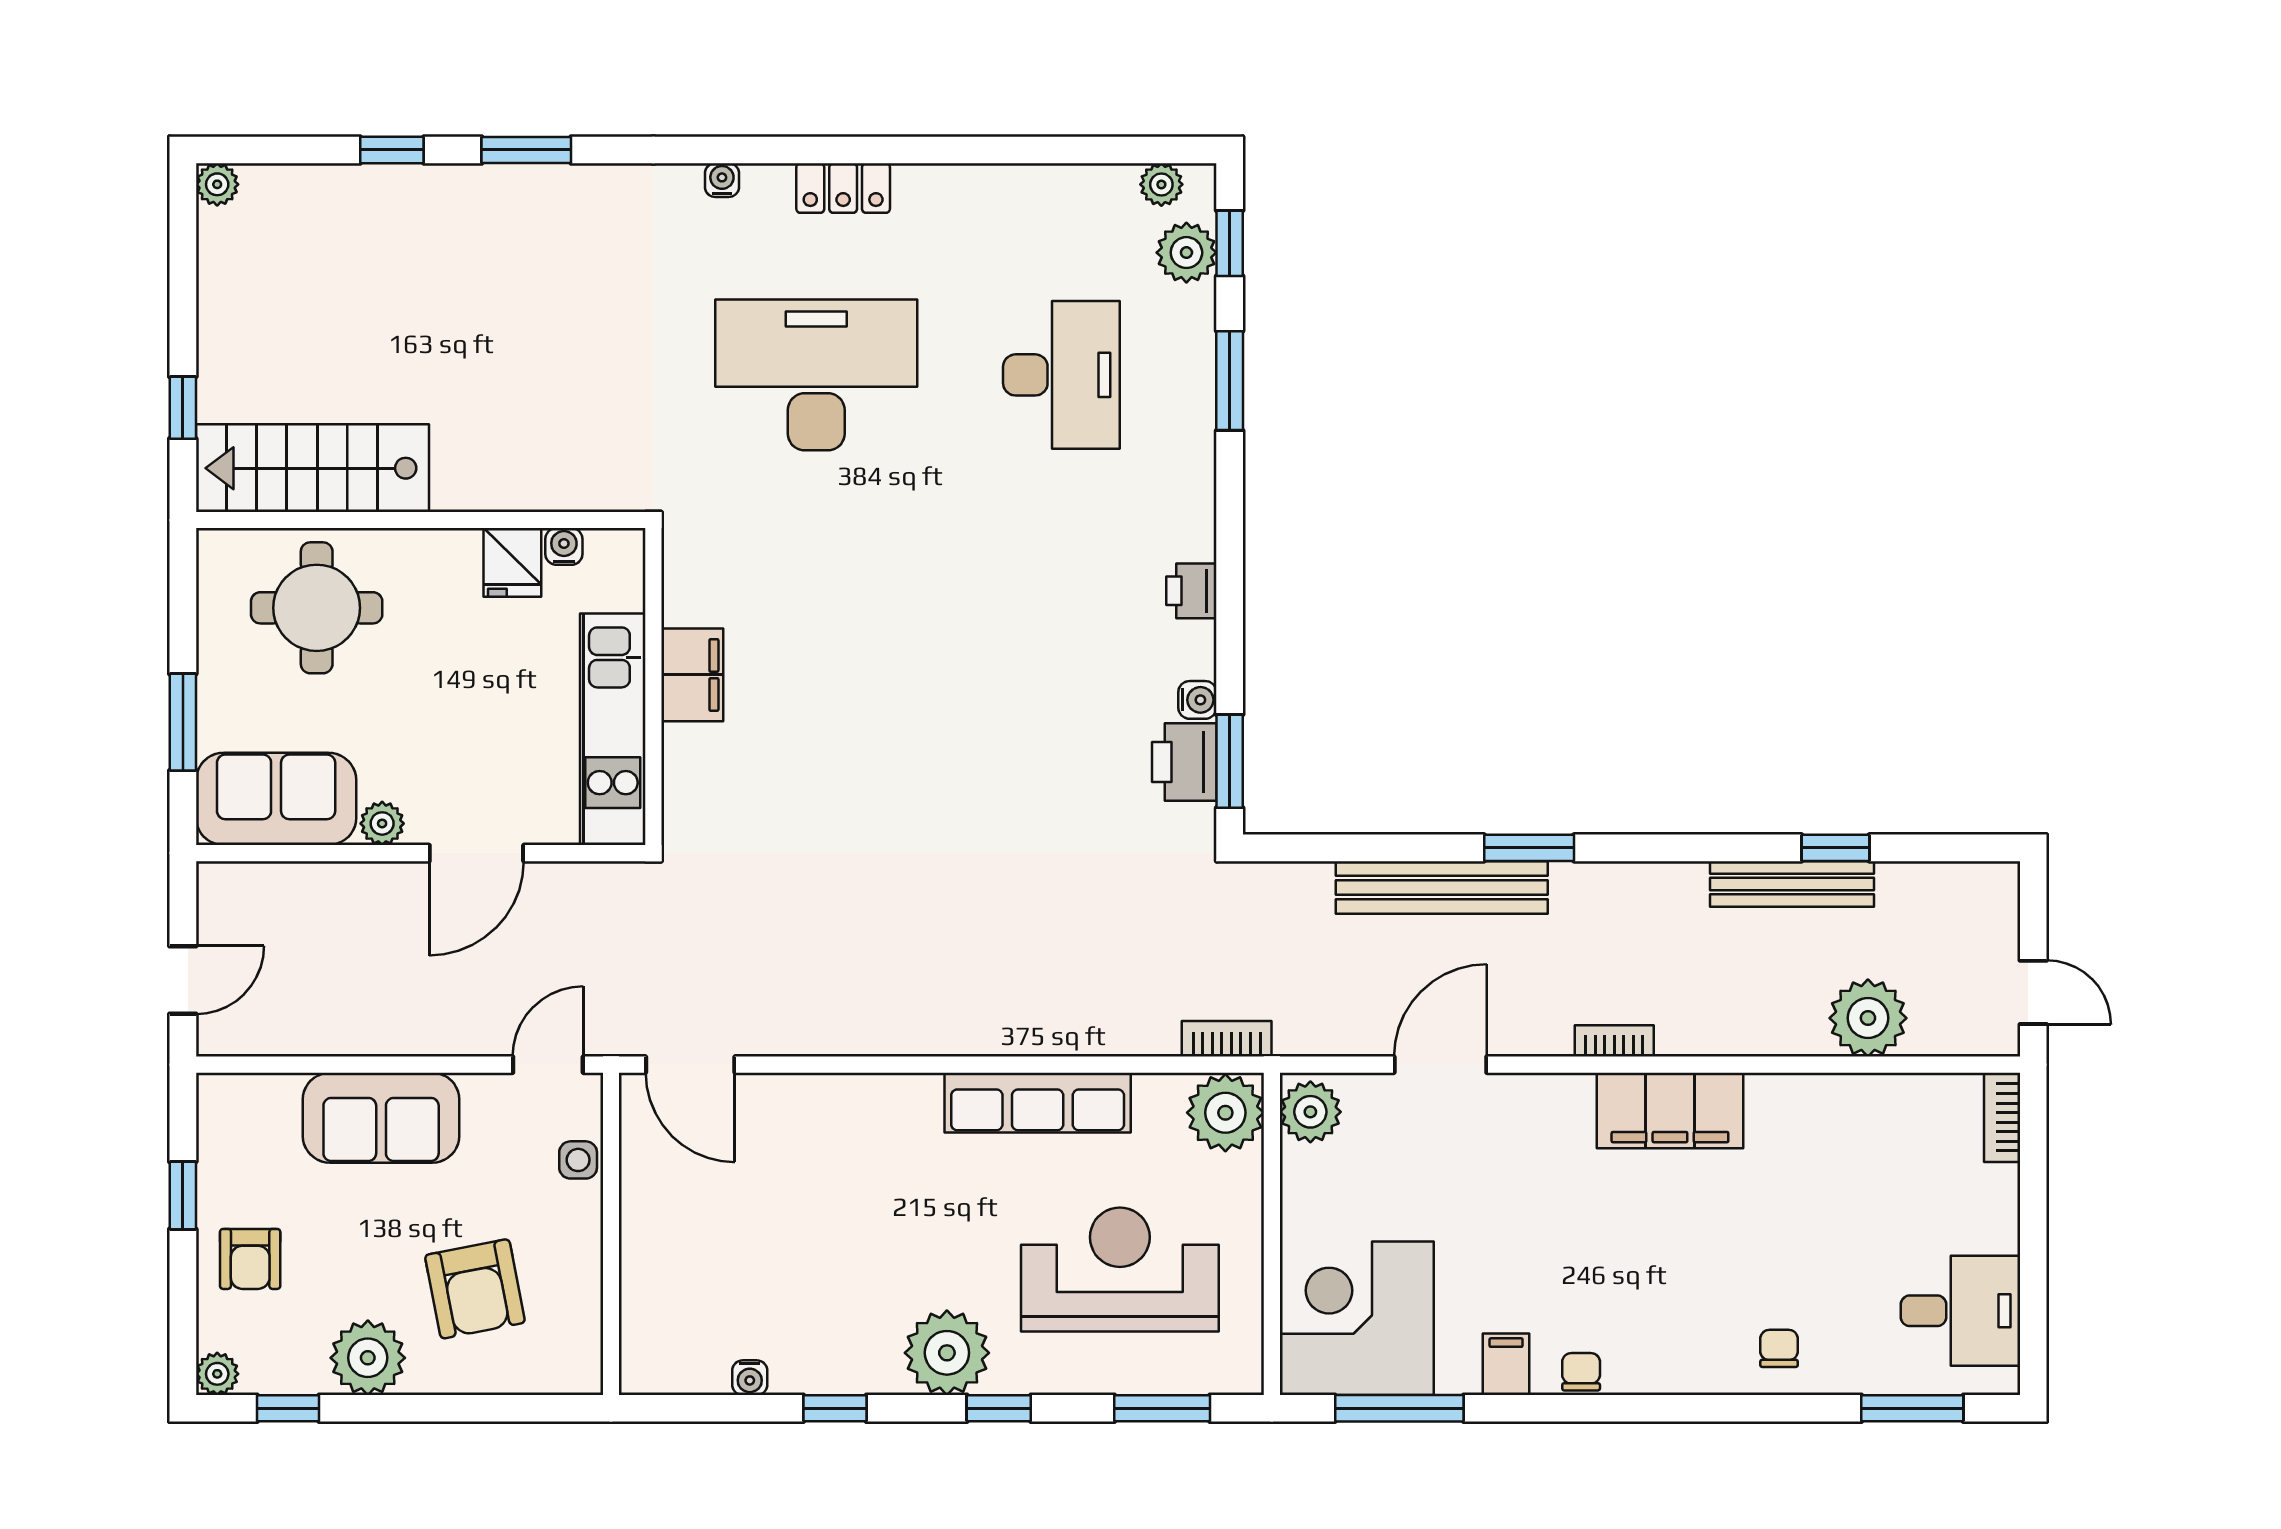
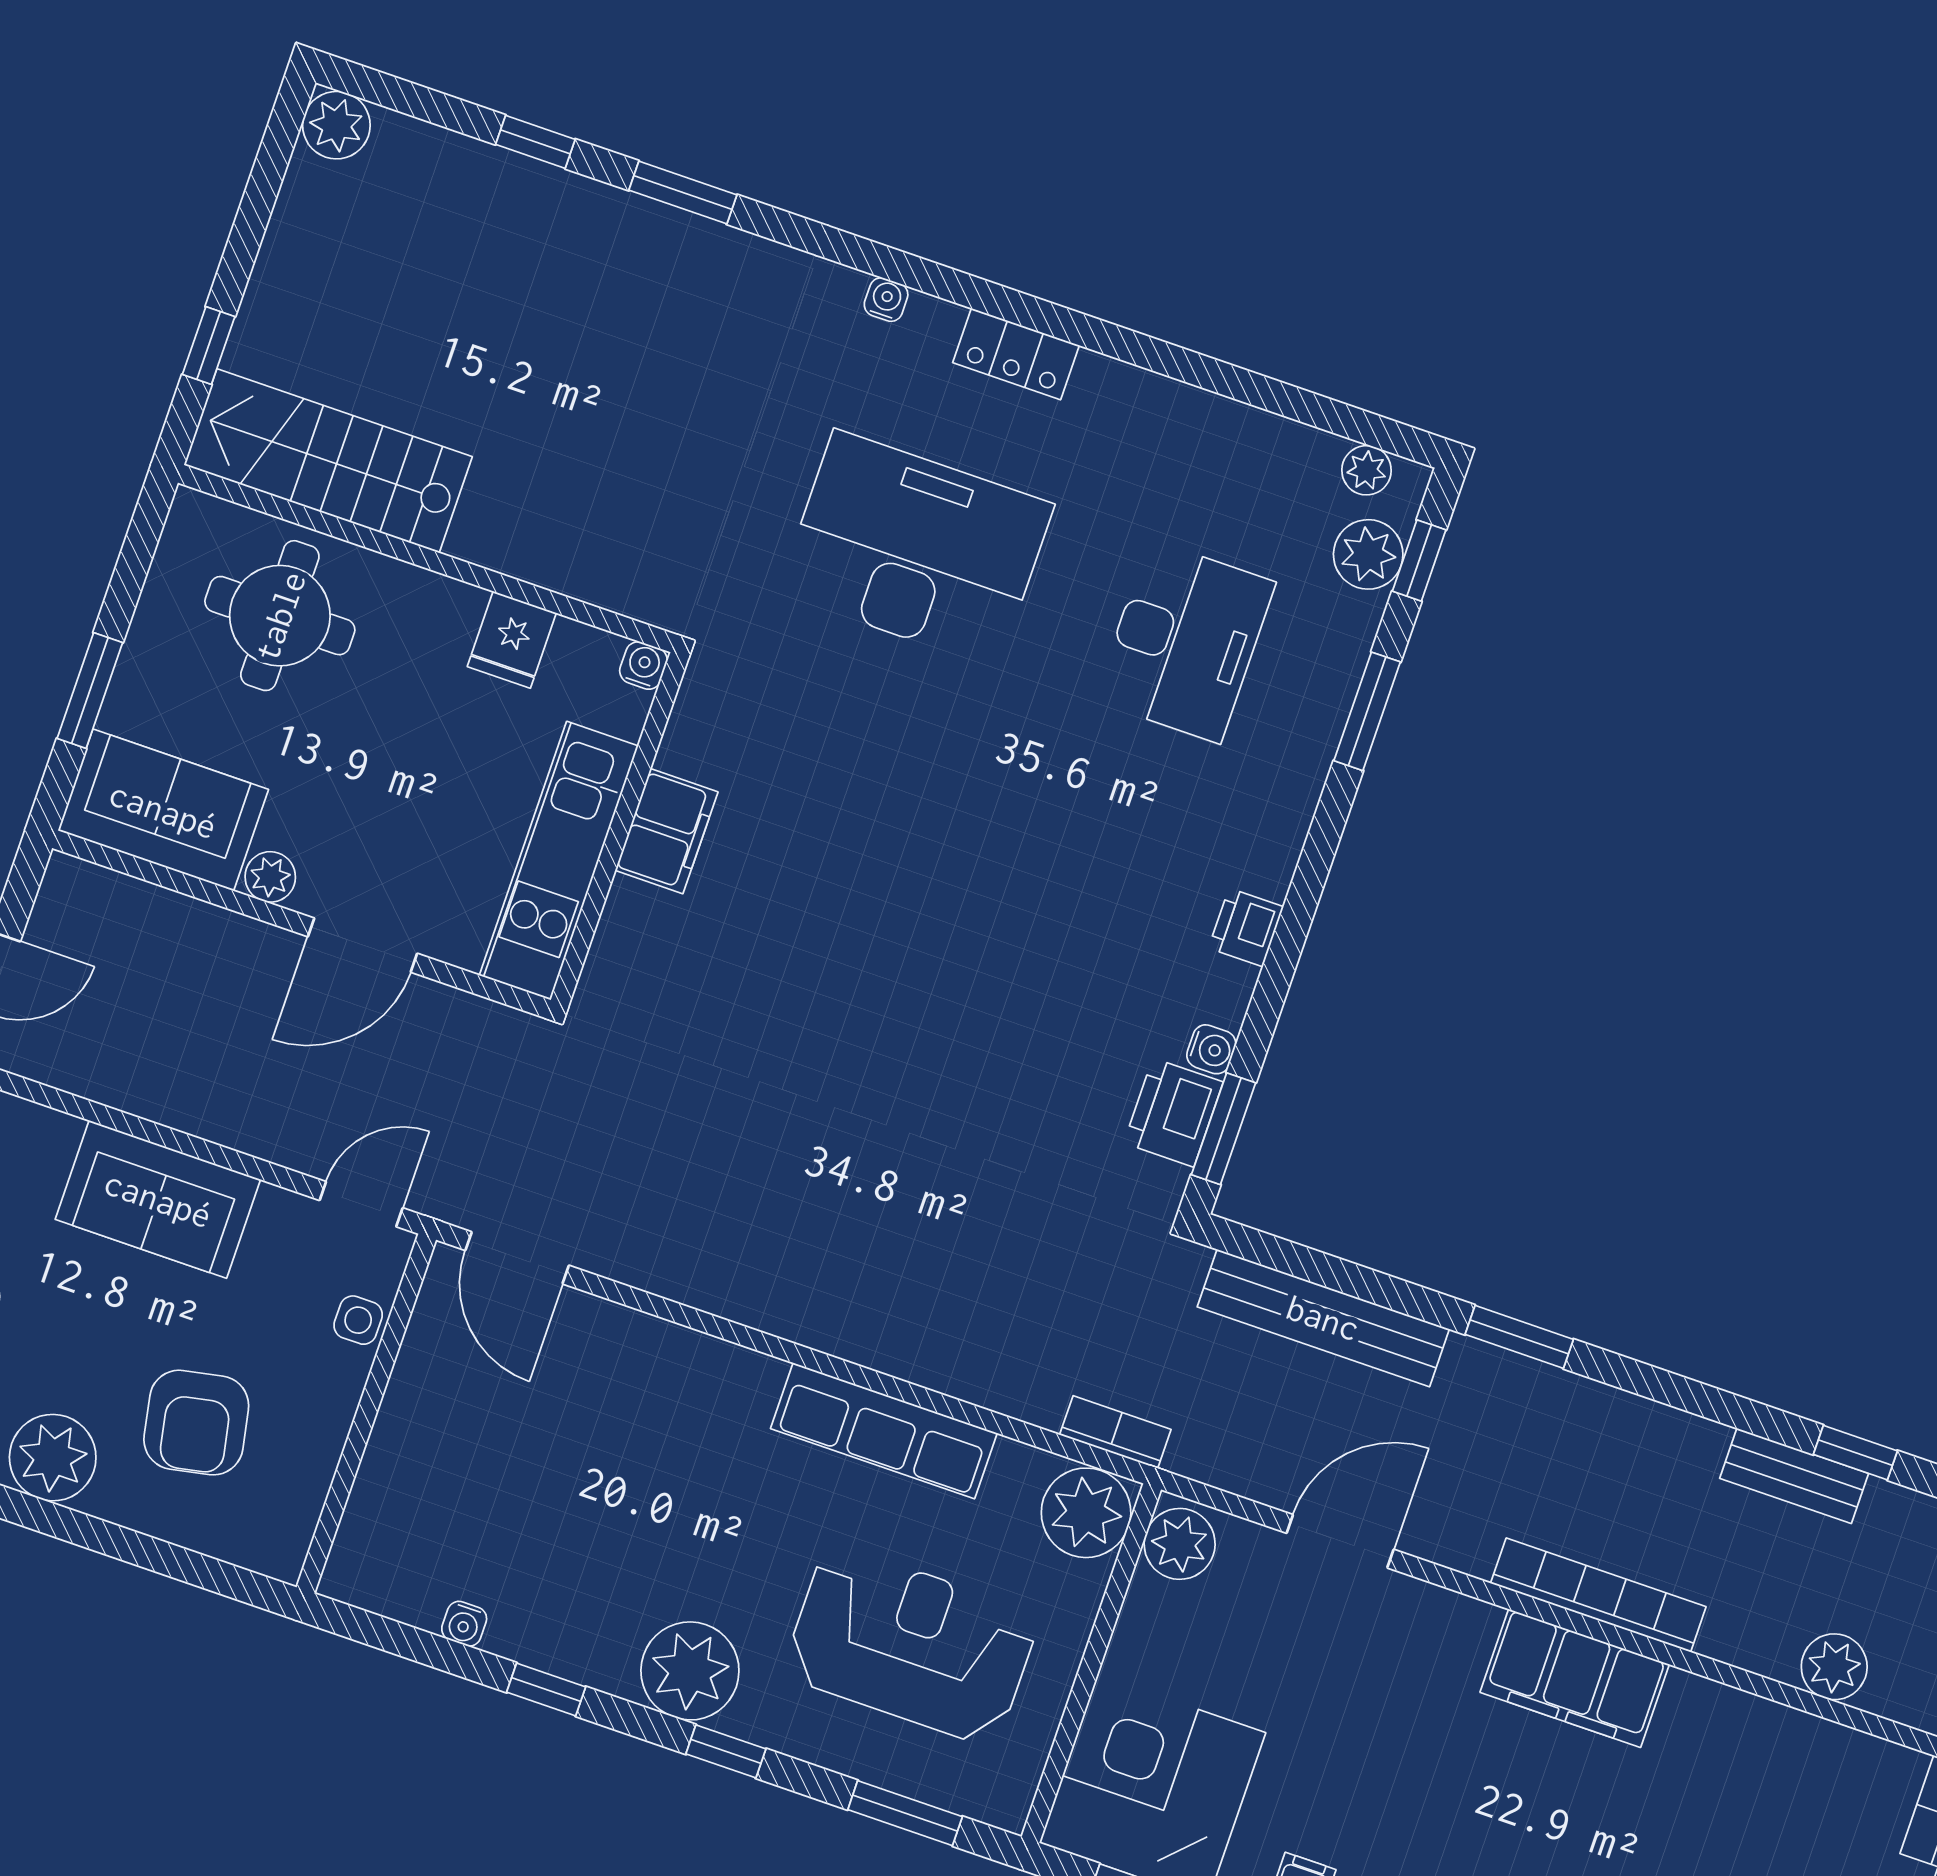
plant: (217, 184) -> (336, 125), width x1.38, depth x1.38
water cooler: (564, 546) -> (643, 665), moved
bench: (1792, 884) -> (1794, 1476), width x0.73
bench: (1442, 887) -> (1323, 1318), moved
plant: (1868, 1018) -> (1834, 1667), width x0.73, depth x0.73
bookcase: (1614, 1041) -> (1598, 1595), width x2.31, depth x1.31

